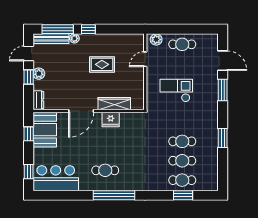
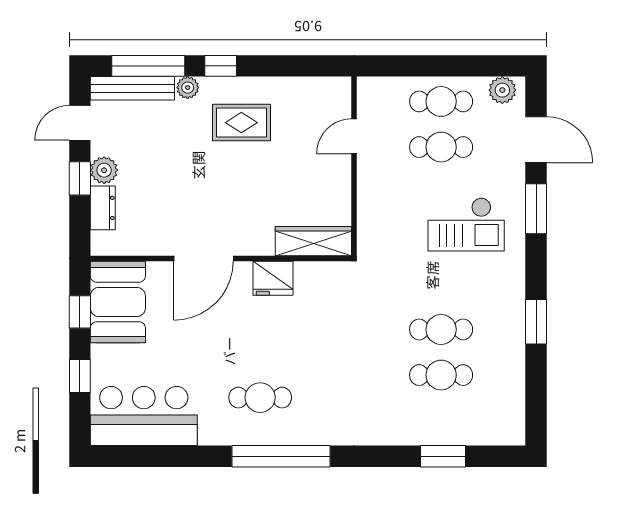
plant: (156, 39) -> (502, 90), moved
rug: (102, 64) -> (241, 123), moved
checkout: (176, 90) -> (466, 224), moved, turned 180
dresser: (38, 100) -> (103, 208), moved
wardrobe: (114, 104) -> (313, 241), moved
window: (29, 172) -> (80, 376), moved
cafe table: (182, 180) -> (441, 147), moved

